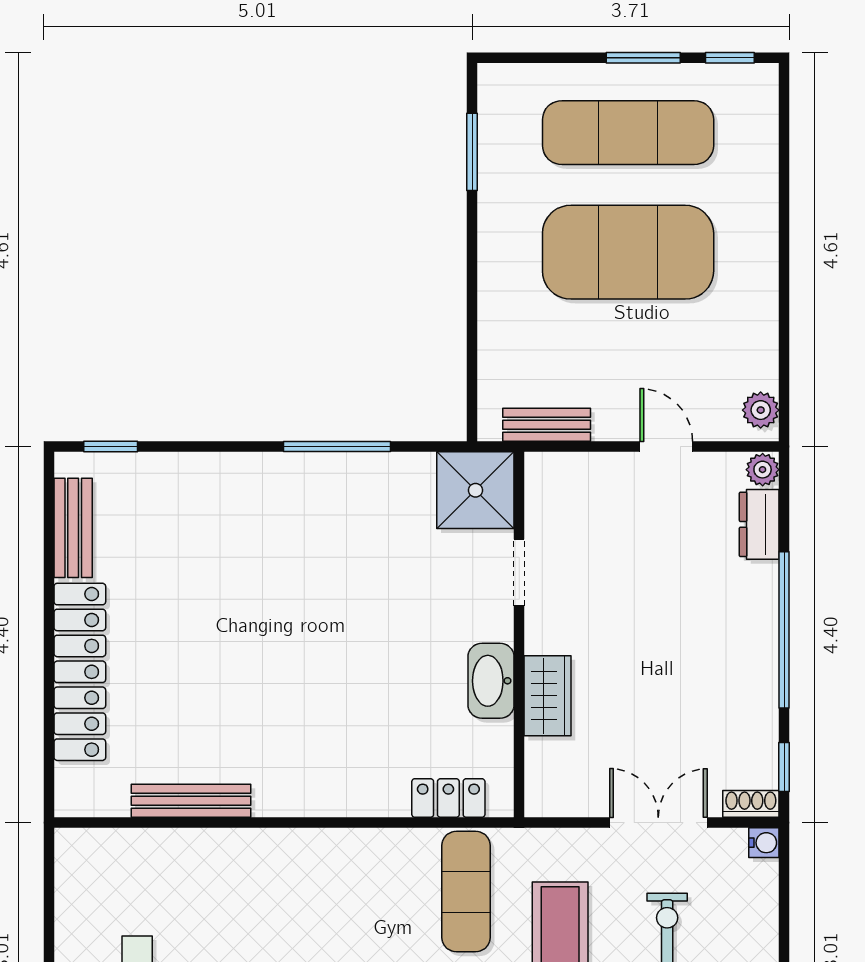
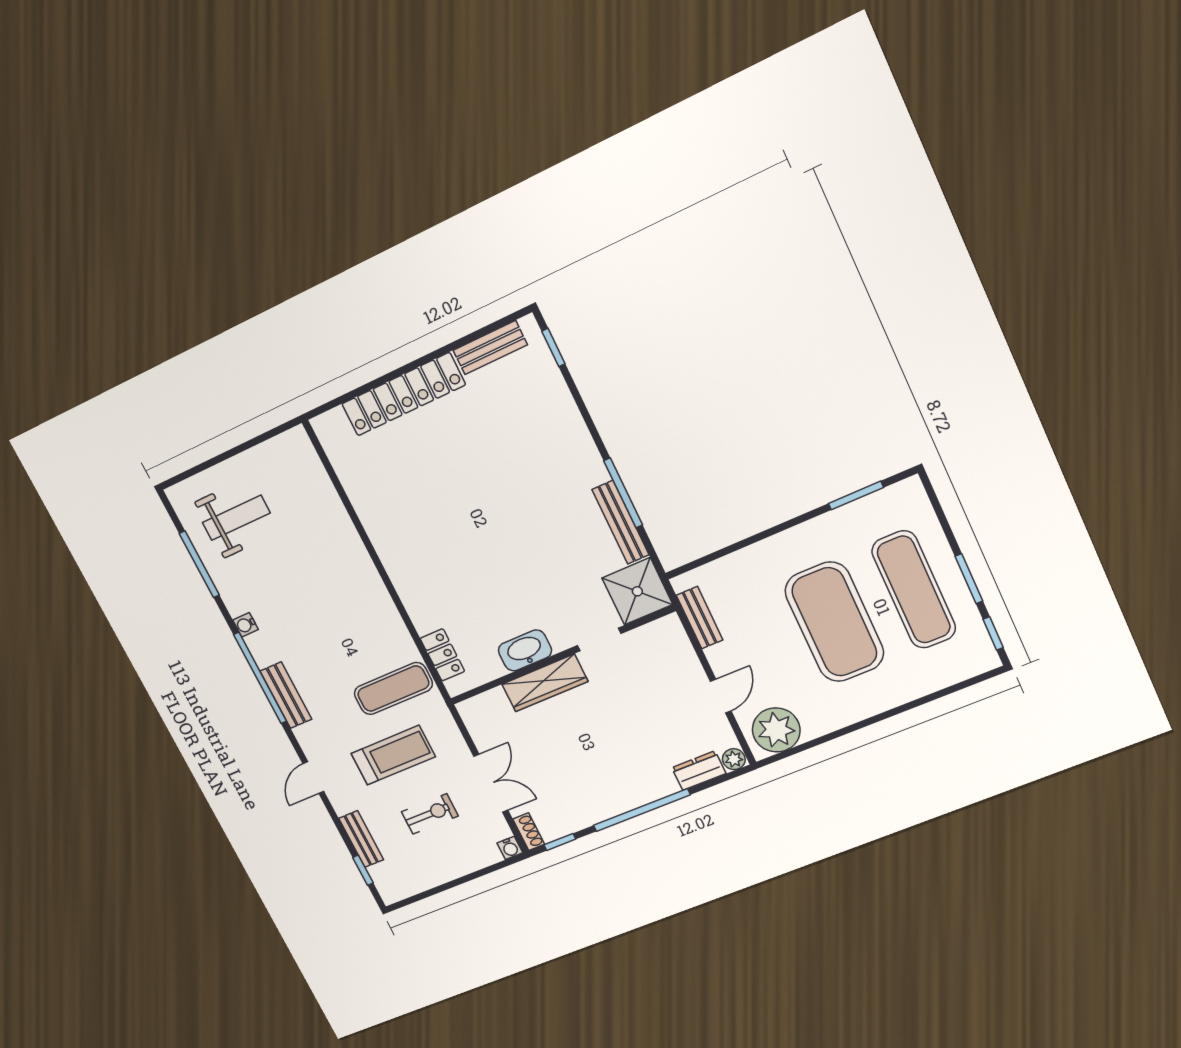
plant: (761, 410) -> (776, 730), width x1.87, depth x1.87
wardrobe: (548, 696) -> (545, 683), width x1.50
bench: (191, 801) -> (621, 522), moved

